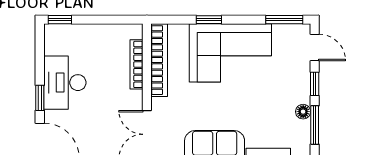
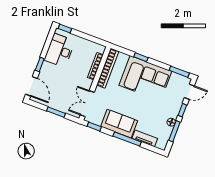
door: (315, 47) -> (189, 92), hinge flipped
desk: (65, 83) -> (60, 50), moved

